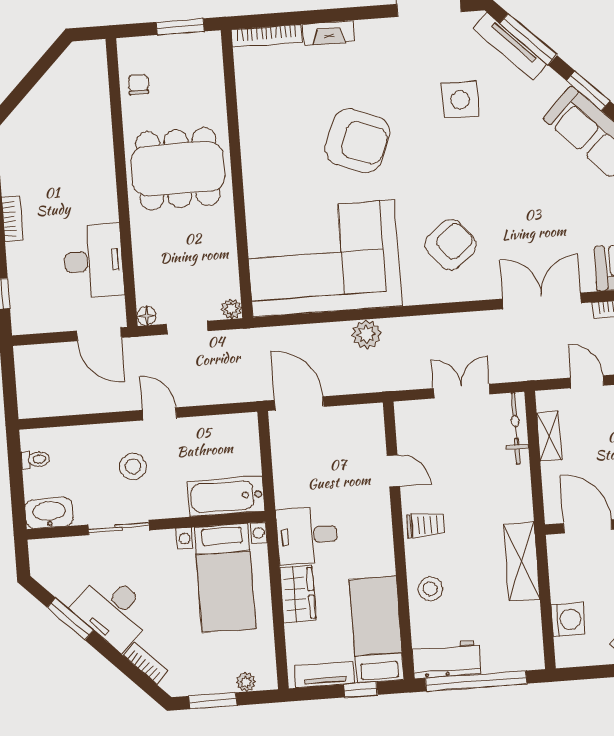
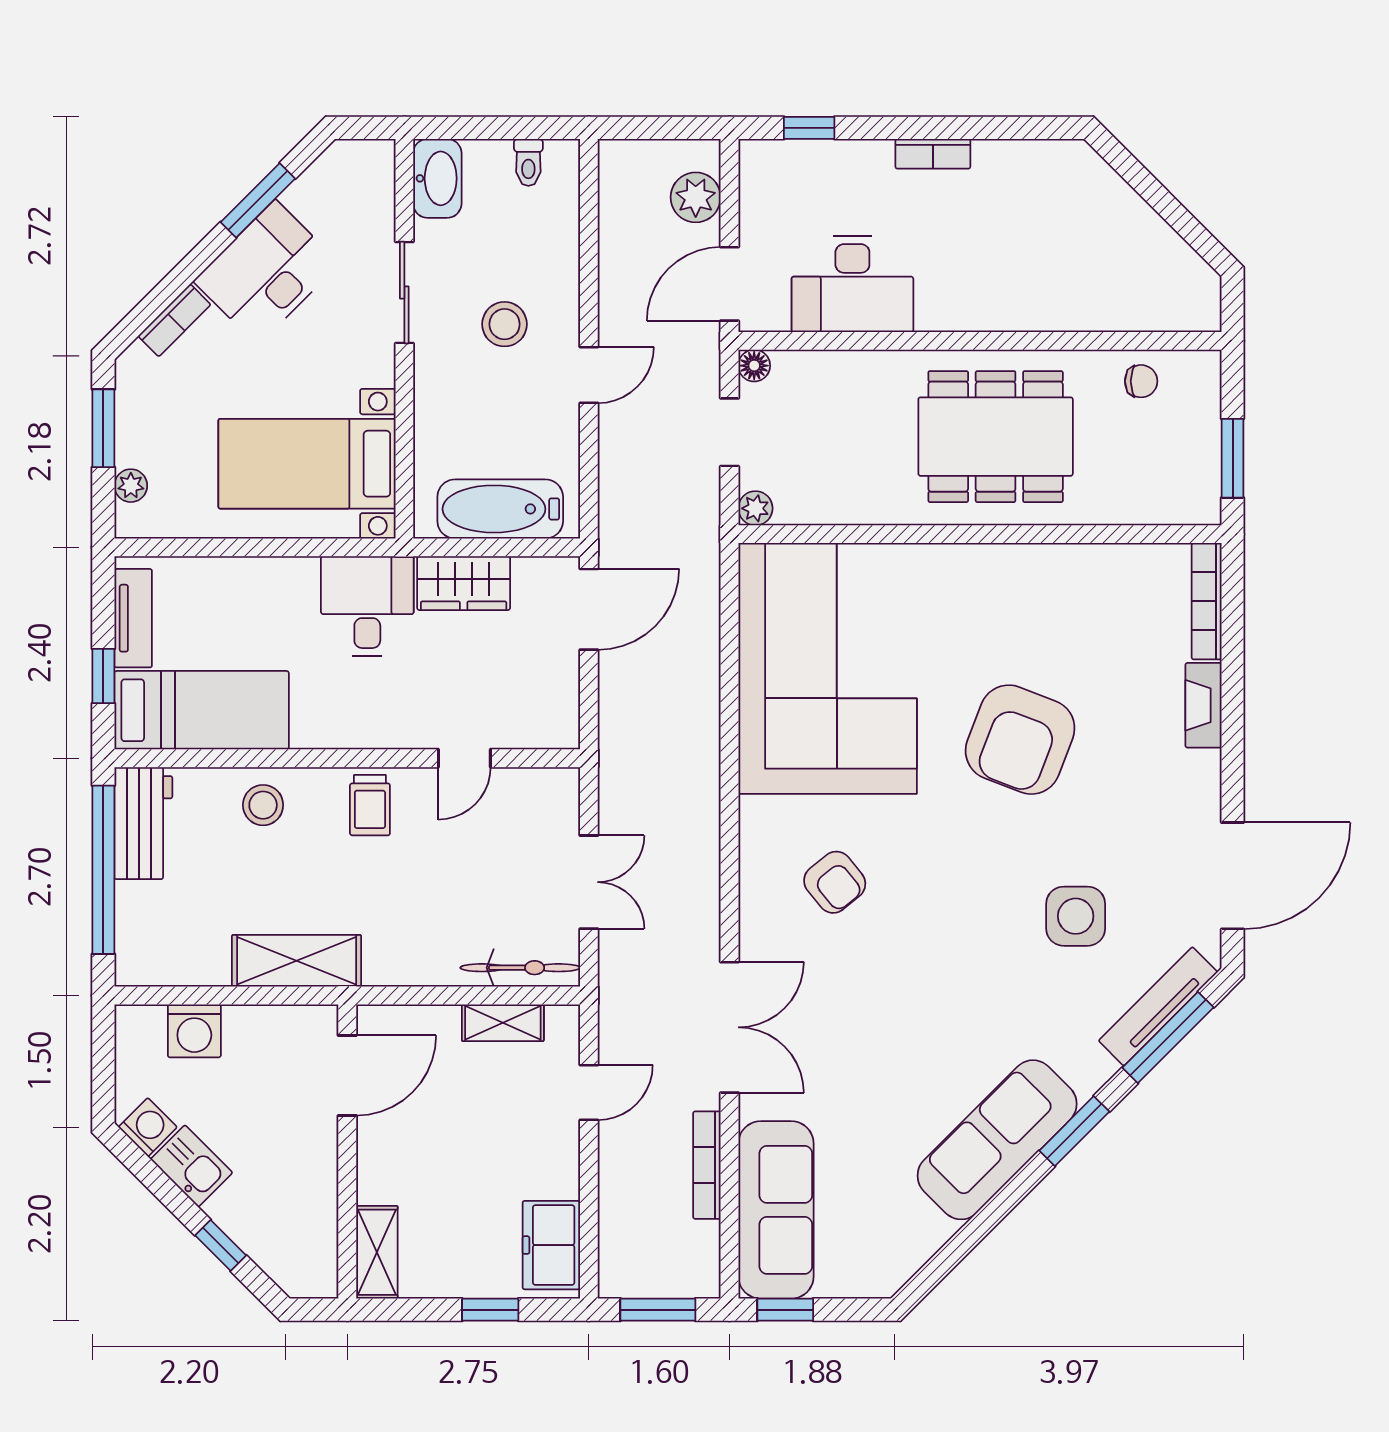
dining table: (178, 169) -> (996, 437), turned 90
armchair: (451, 245) -> (835, 882), width x0.72, depth x0.72
plant: (366, 334) -> (696, 197), moved
bathtub: (226, 496) -> (500, 509), moved, turned -90
wardrobe: (298, 594) -> (464, 583), moved

